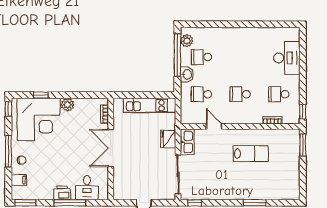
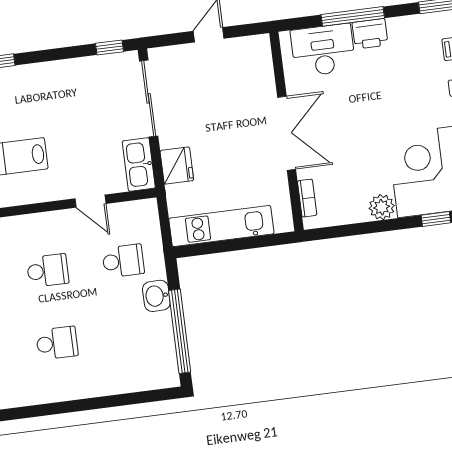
plant: (187, 41) -> (165, 361), removed
school desk: (201, 57) -> (57, 343), moved
desk: (87, 188) -> (323, 50), width x1.37

